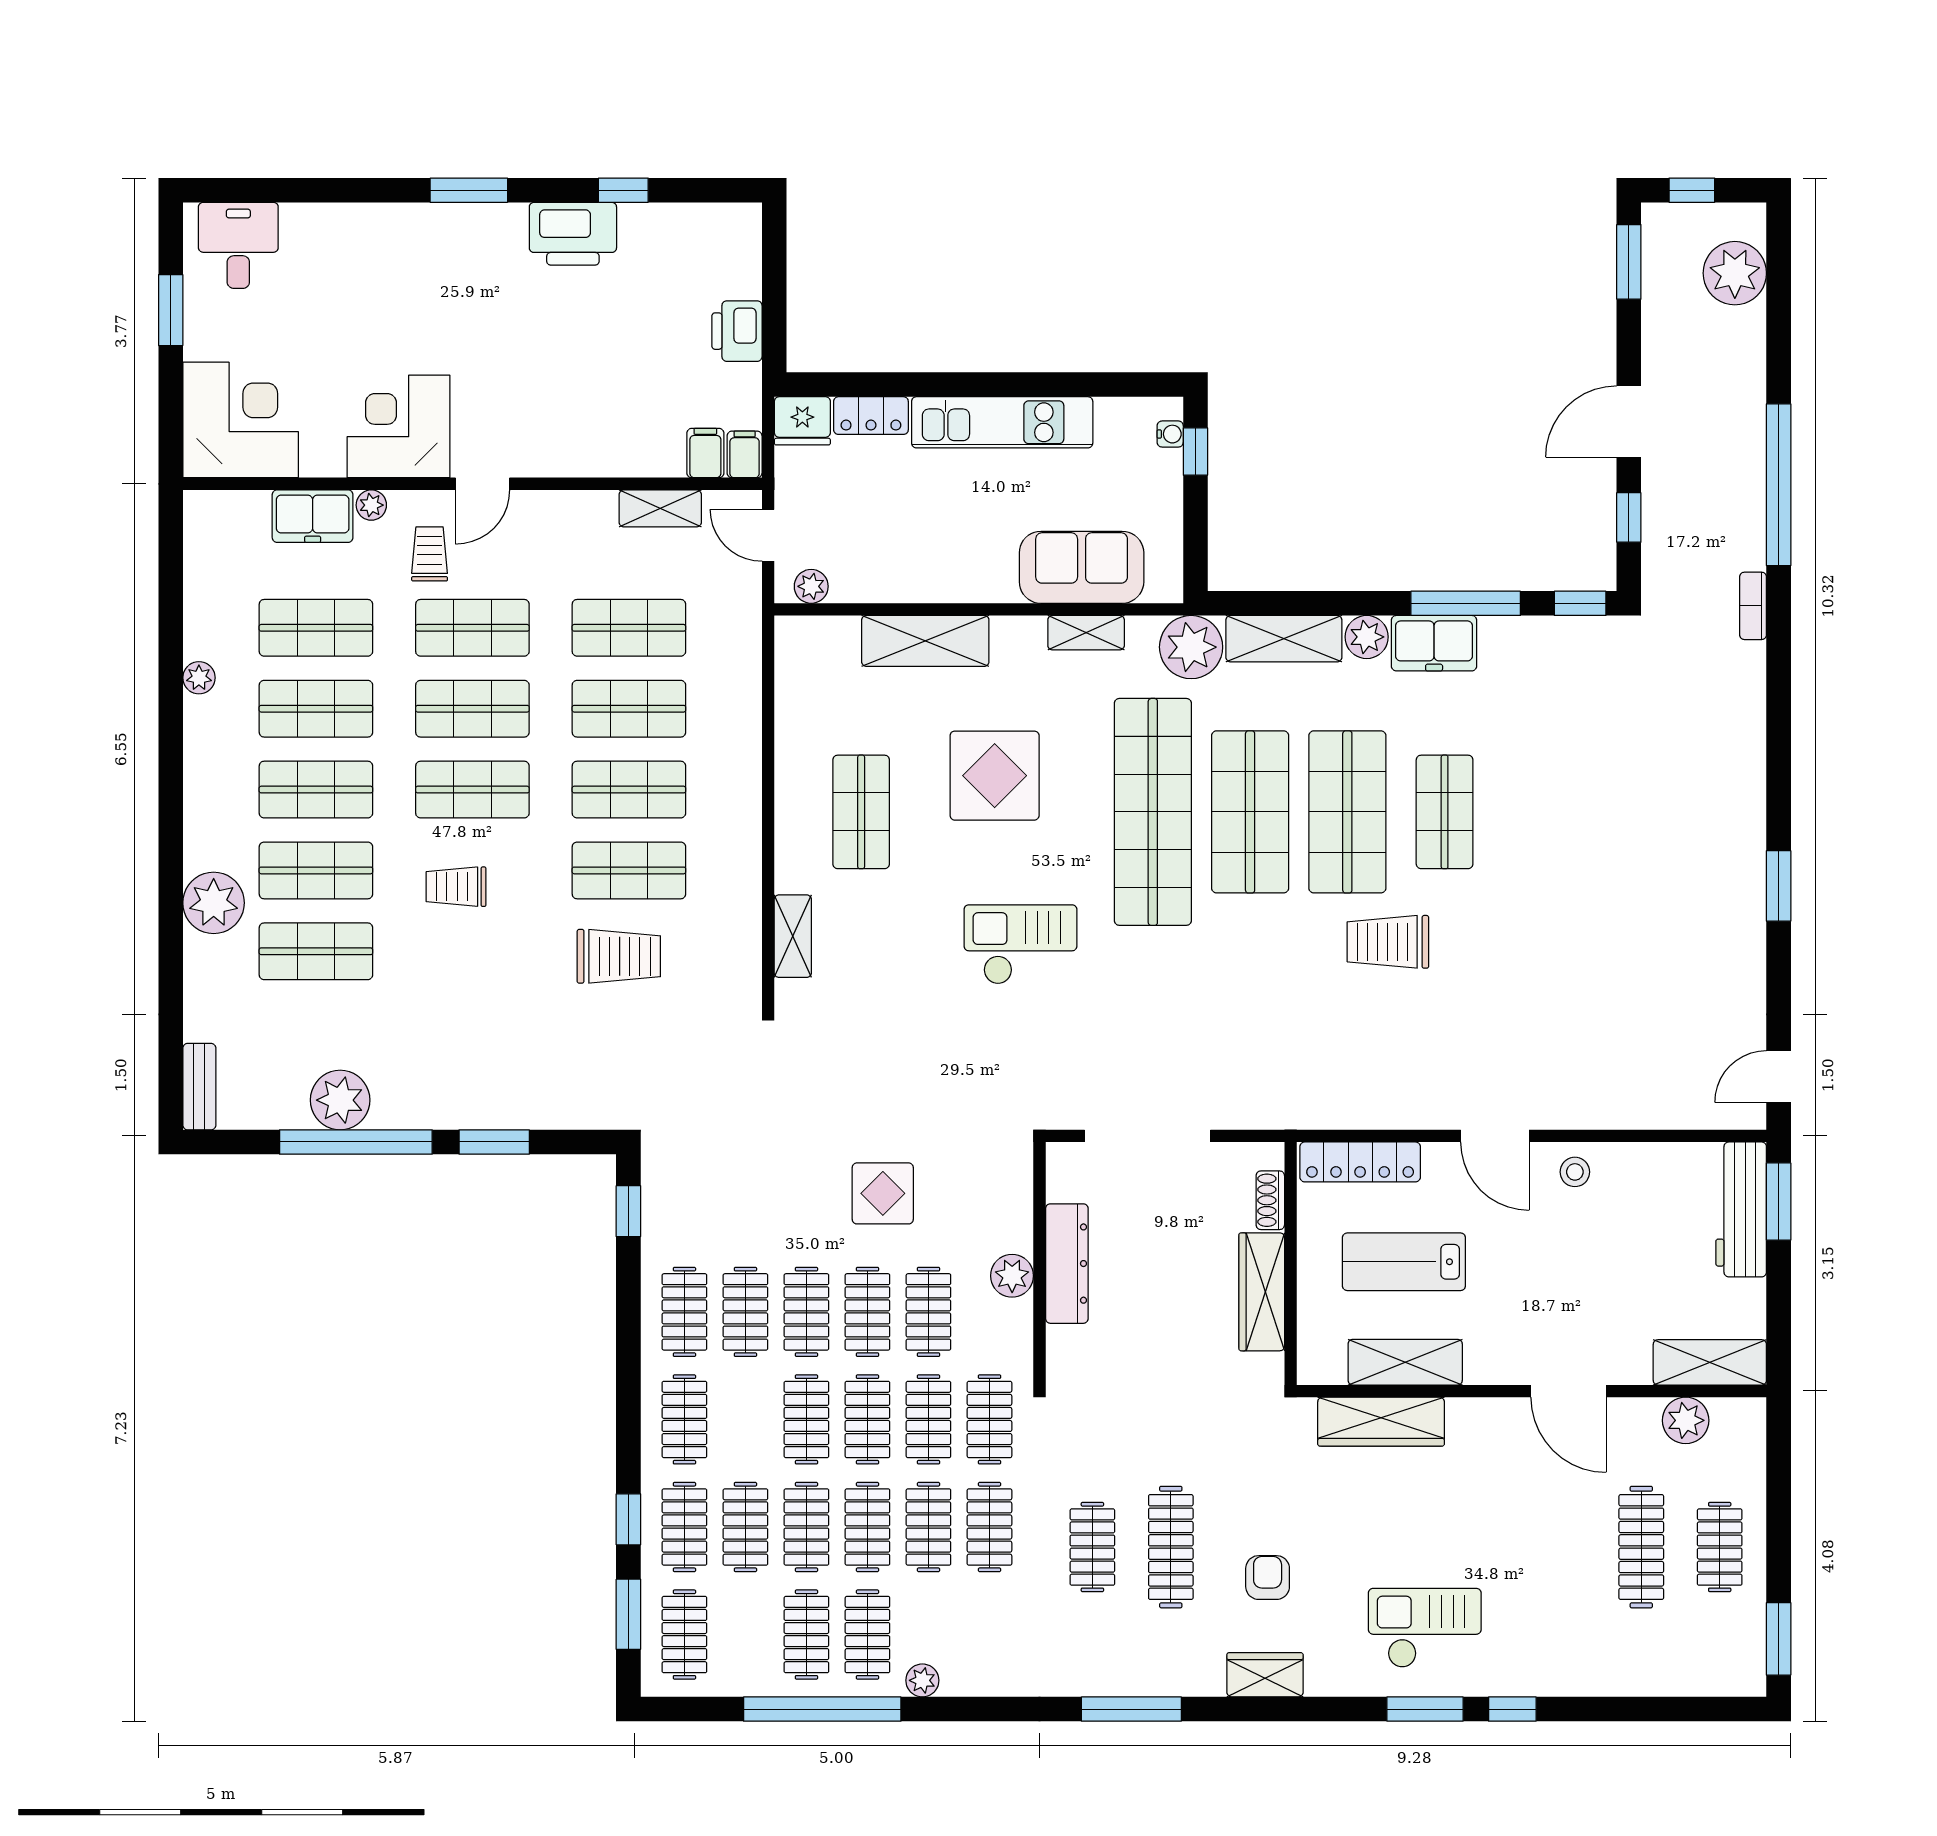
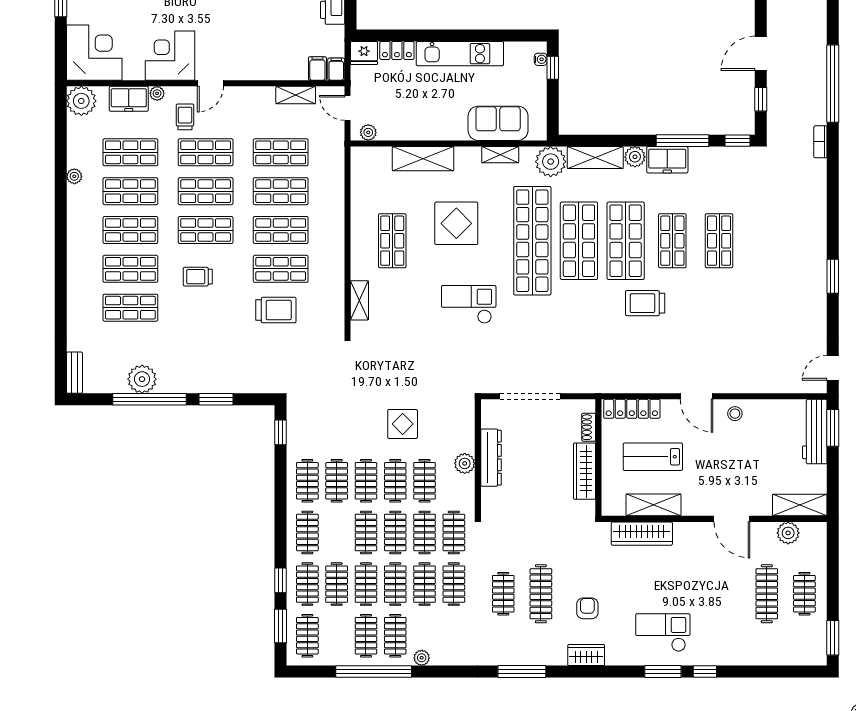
shop shelf: (1542, 812) -> (719, 241), added
plant: (214, 903) -> (81, 101), moved

